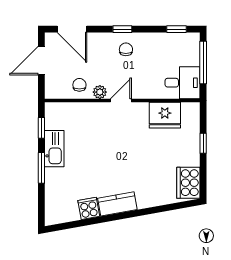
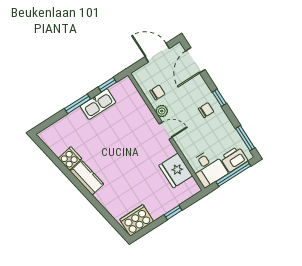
window: (176, 29) -> (245, 138), width x1.50
printer: (189, 53) -> (234, 159), added

